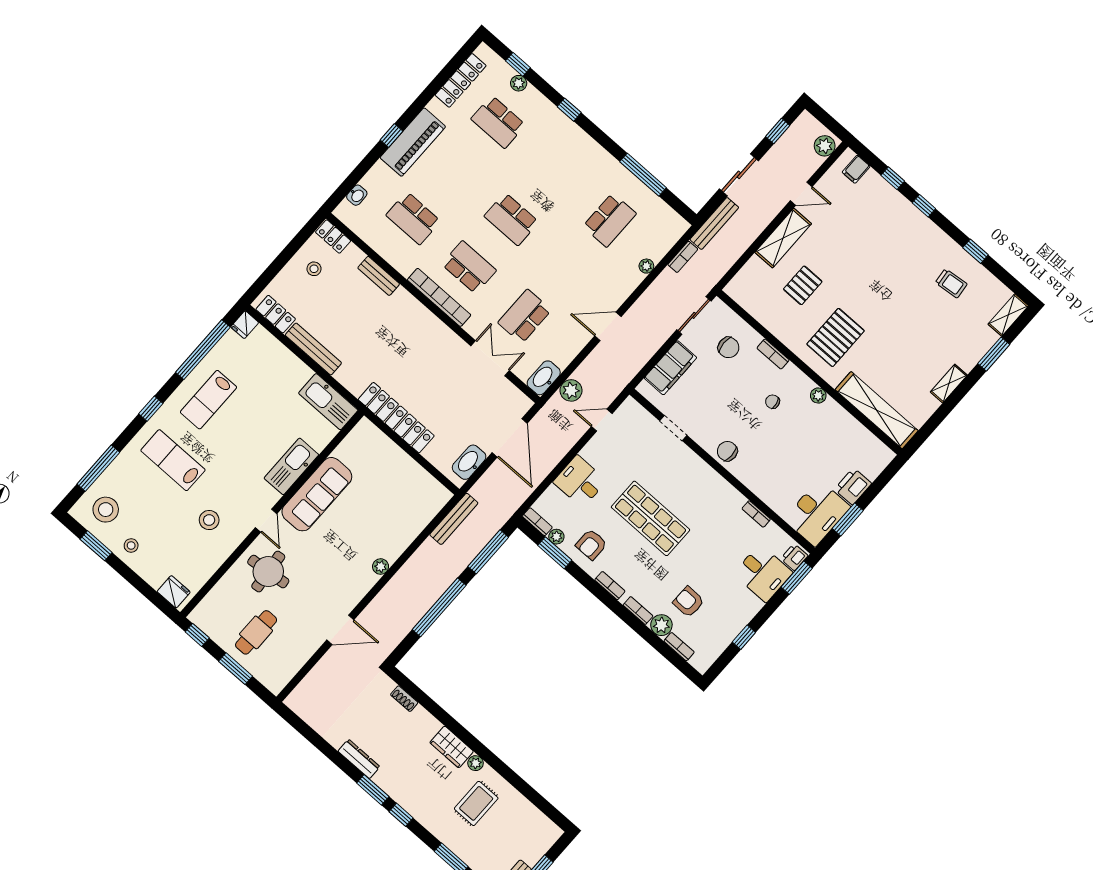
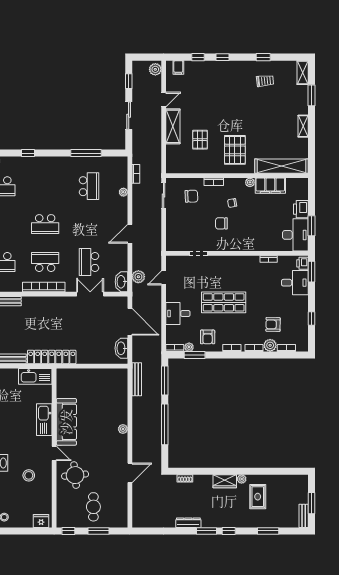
bench: (714, 223) -> (137, 147), removed
filing cabinet: (670, 368) -> (270, 186), moved, turned 90
locker: (396, 418) -> (52, 357), moved
chair: (727, 451) -> (221, 223), moved

